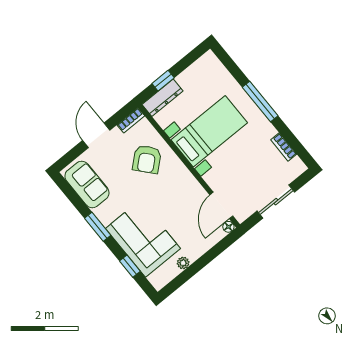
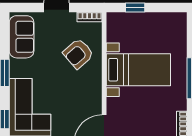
dresser: (163, 98) -> (125, 19), removed

